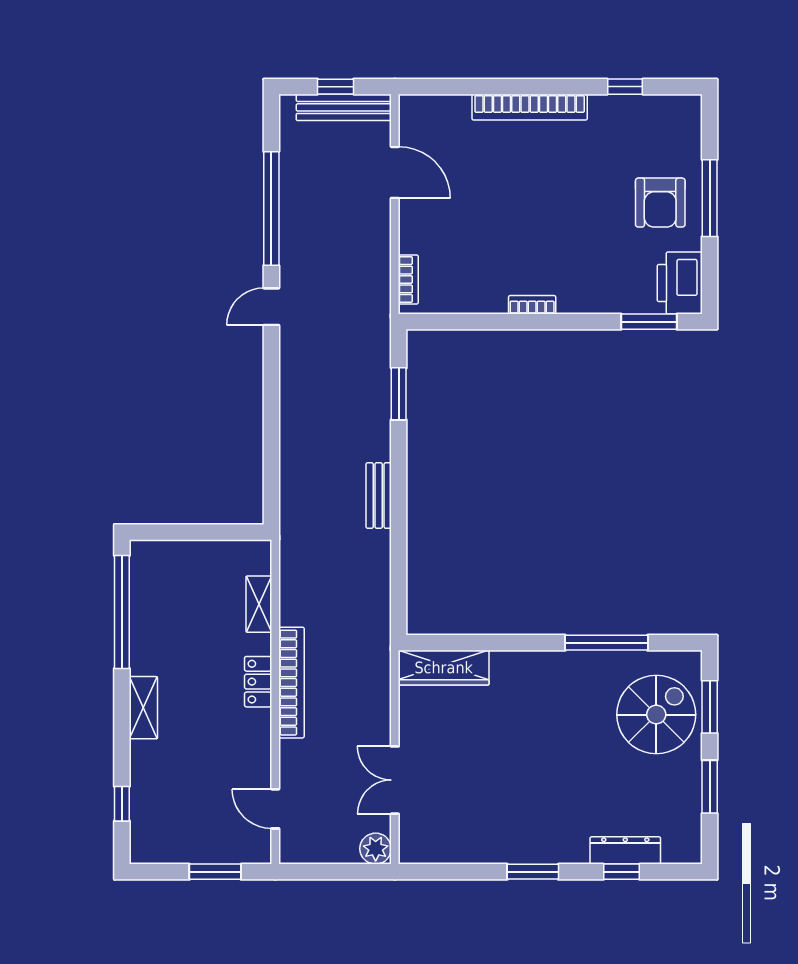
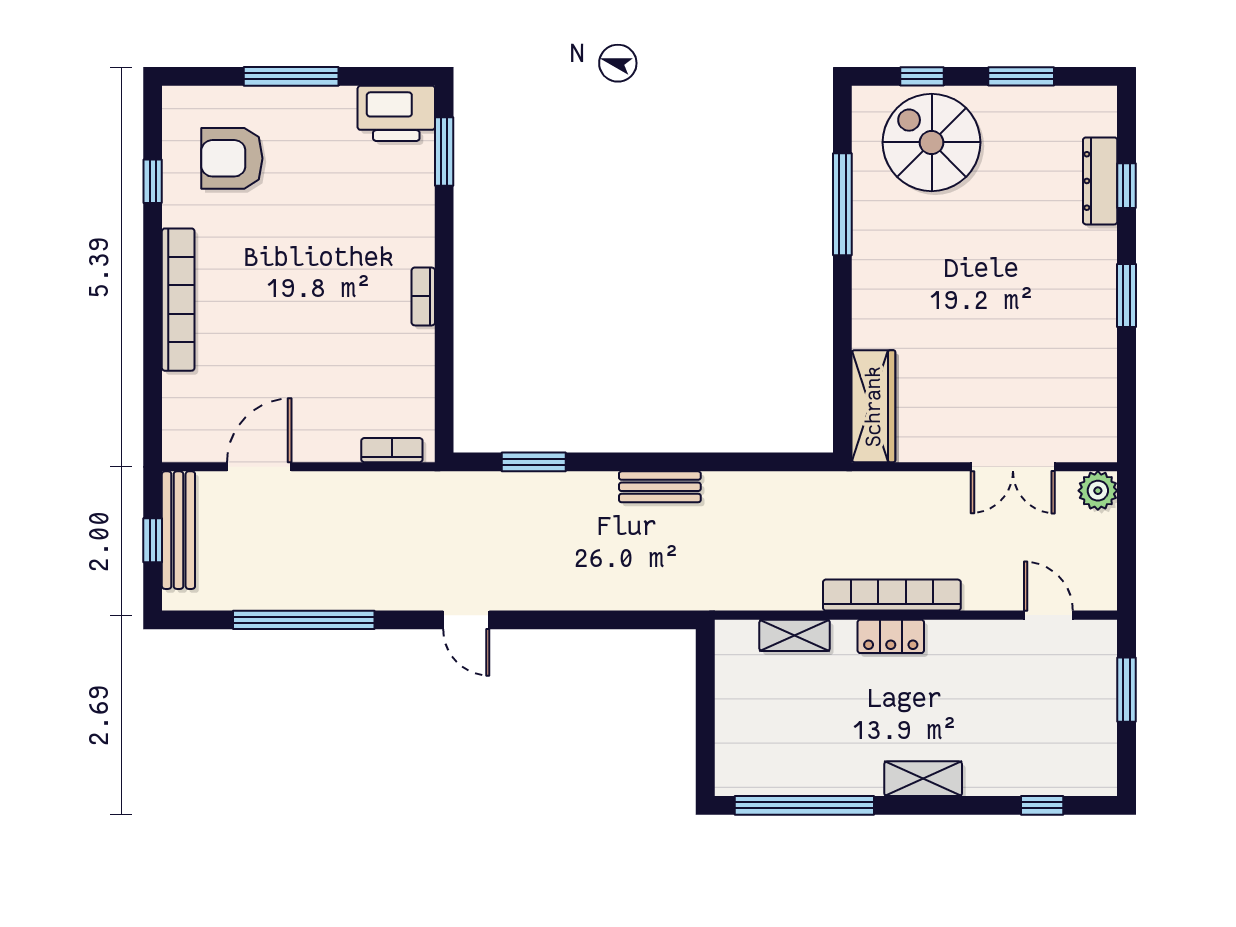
armchair: (660, 203) -> (232, 158), moved, turned 180
door: (271, 307) -> (466, 620), moved
window: (710, 707) -> (922, 76), width x0.67
door: (275, 809) -> (1048, 615), swing flipped

